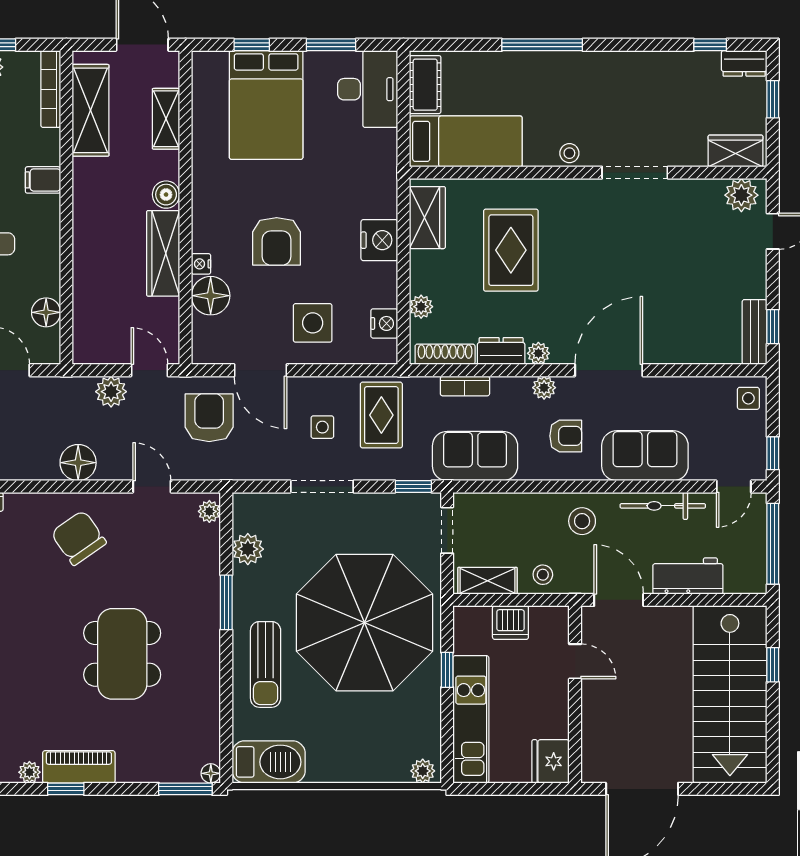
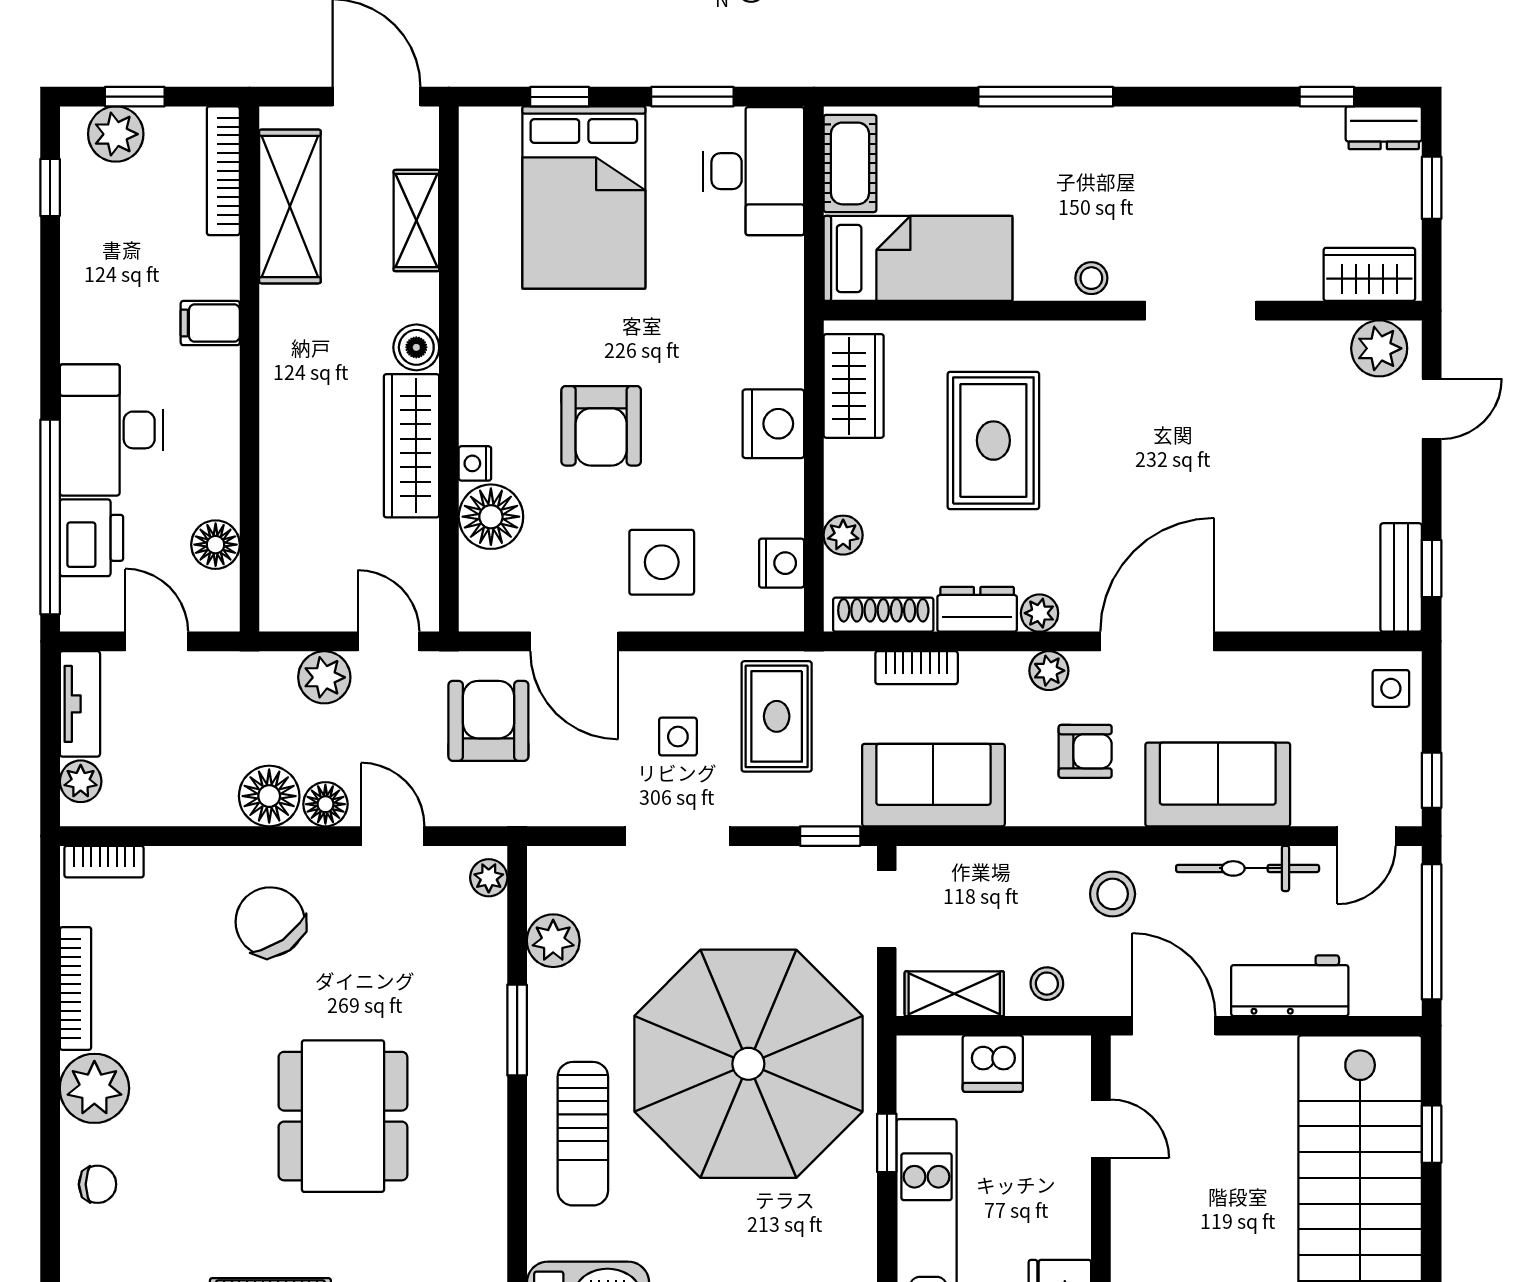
floor lamp: (112, 468) -> (325, 804), added

